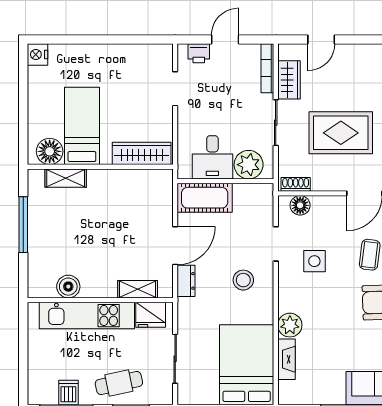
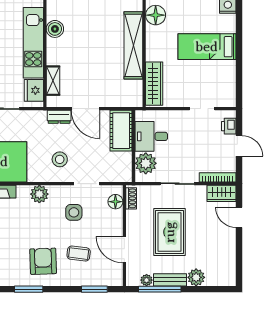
wardrobe: (289, 80) -> (222, 193), moved
bed: (82, 126) -> (207, 47), moved, turned 180
shelving: (66, 178) -> (133, 45), width x2.20, depth x1.33
plant: (290, 325) -> (39, 194), moved

